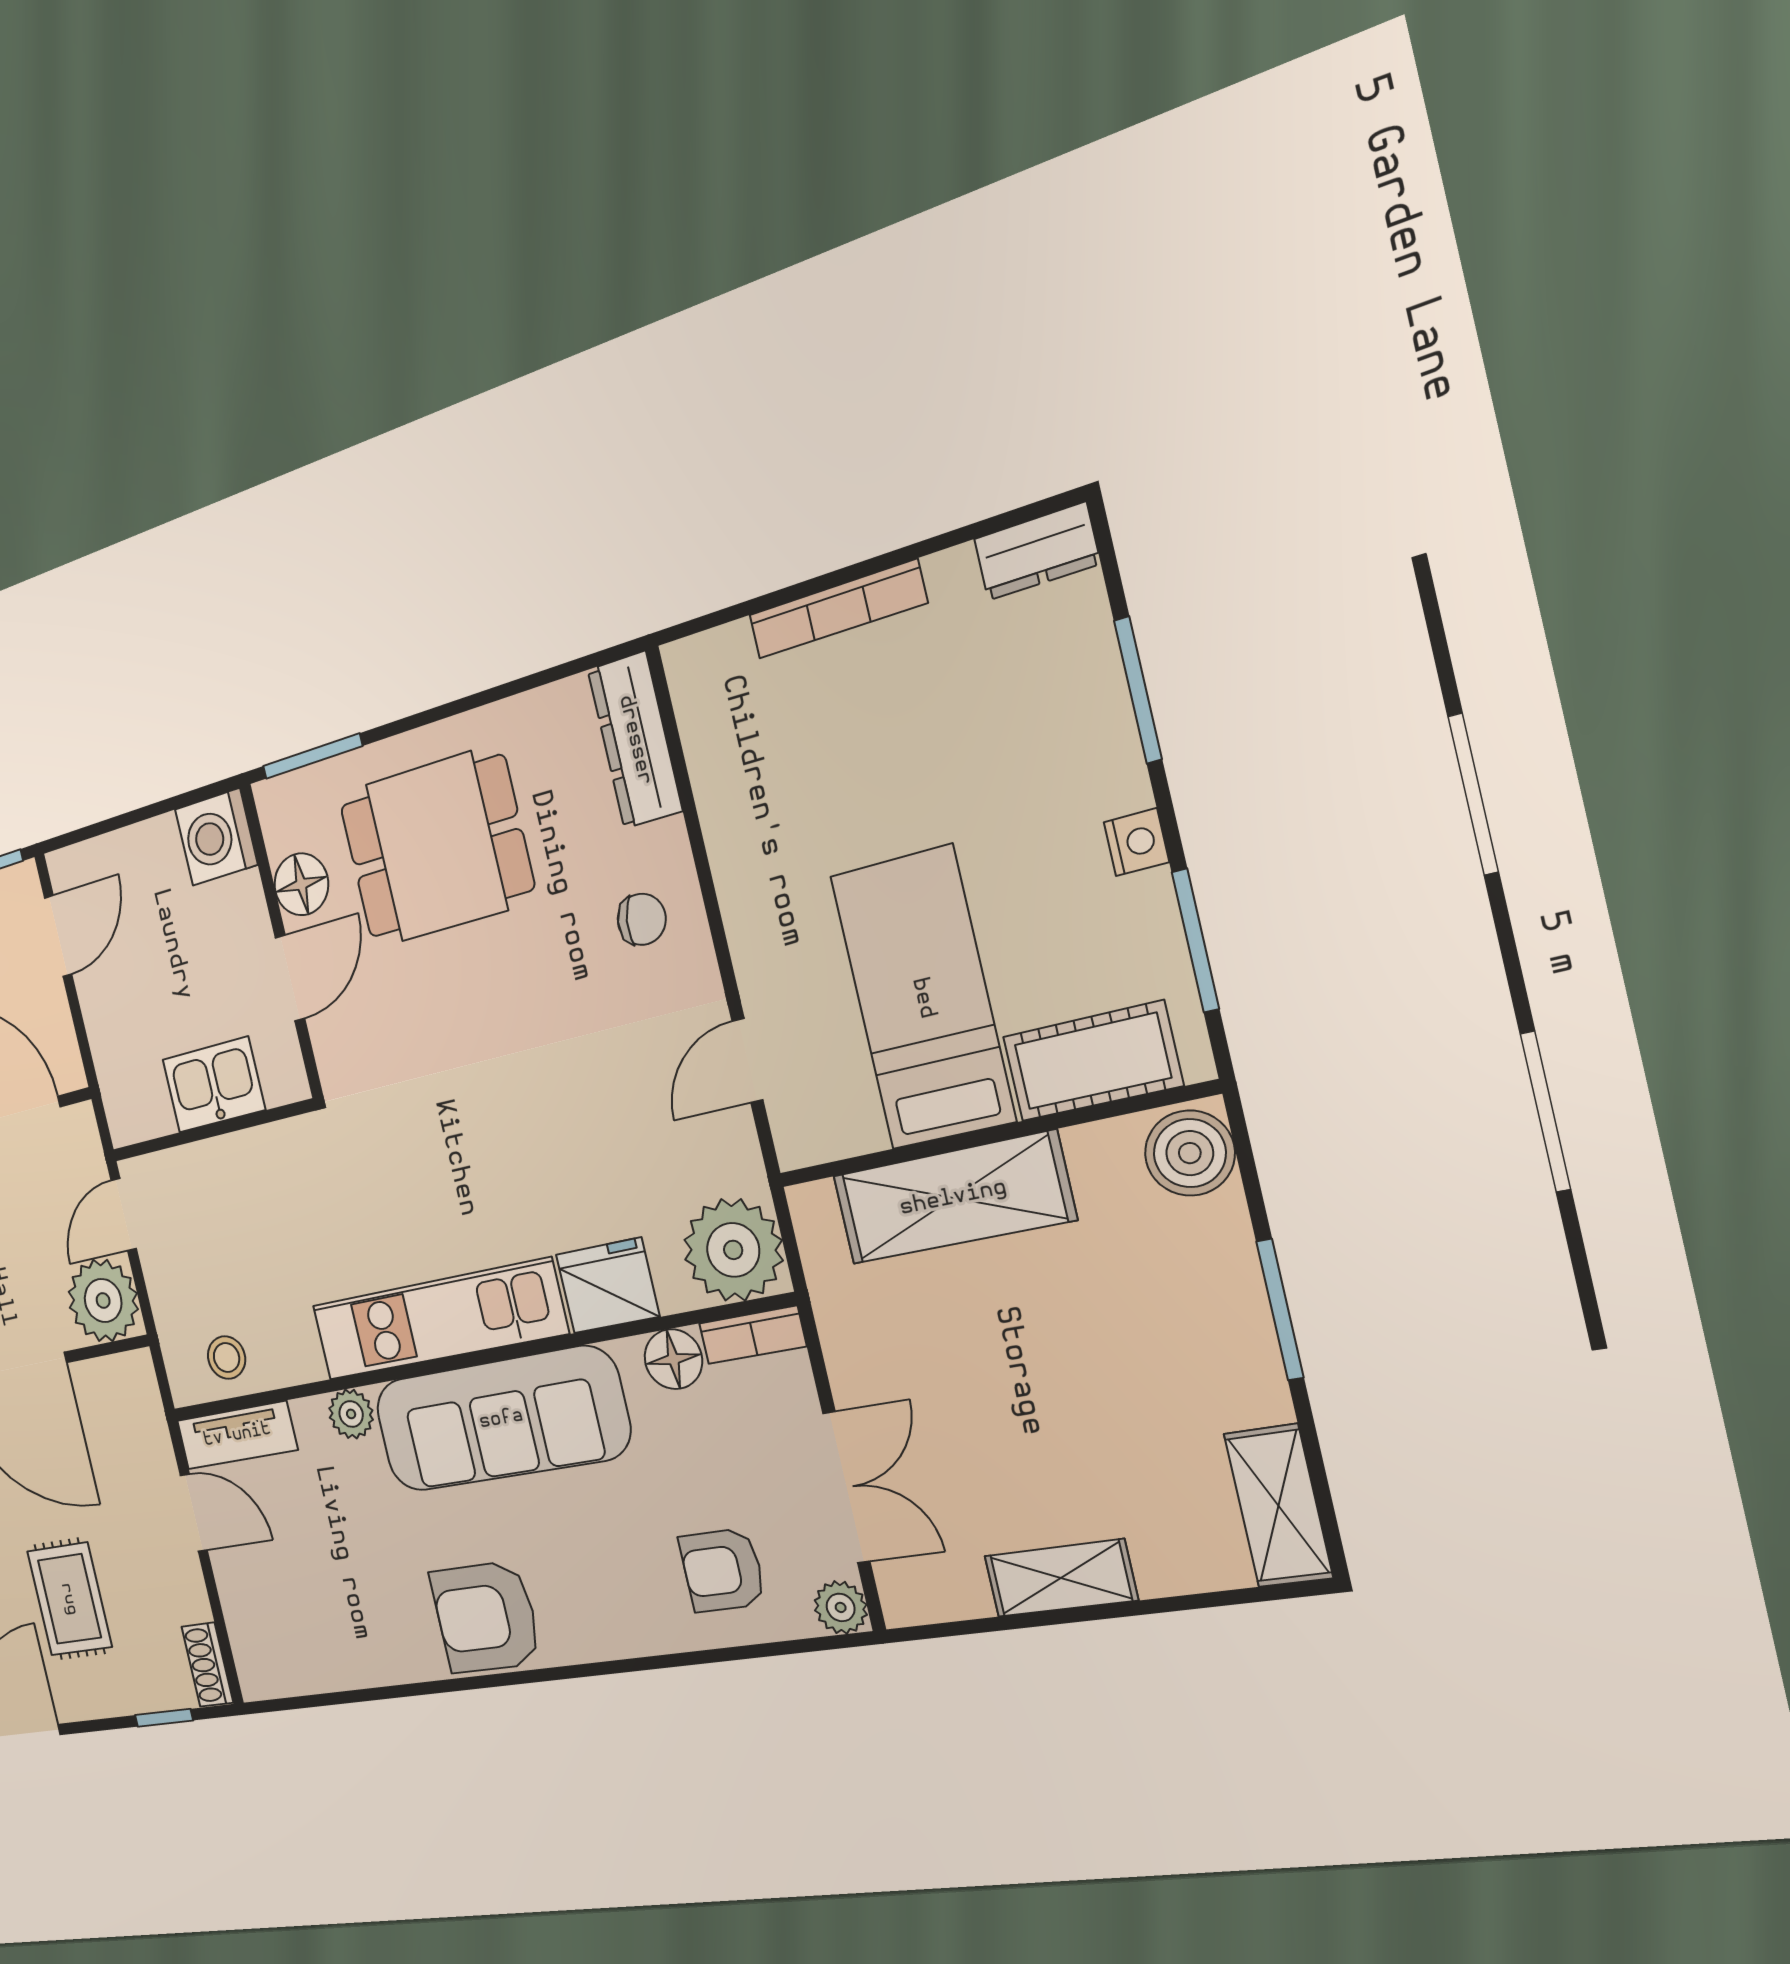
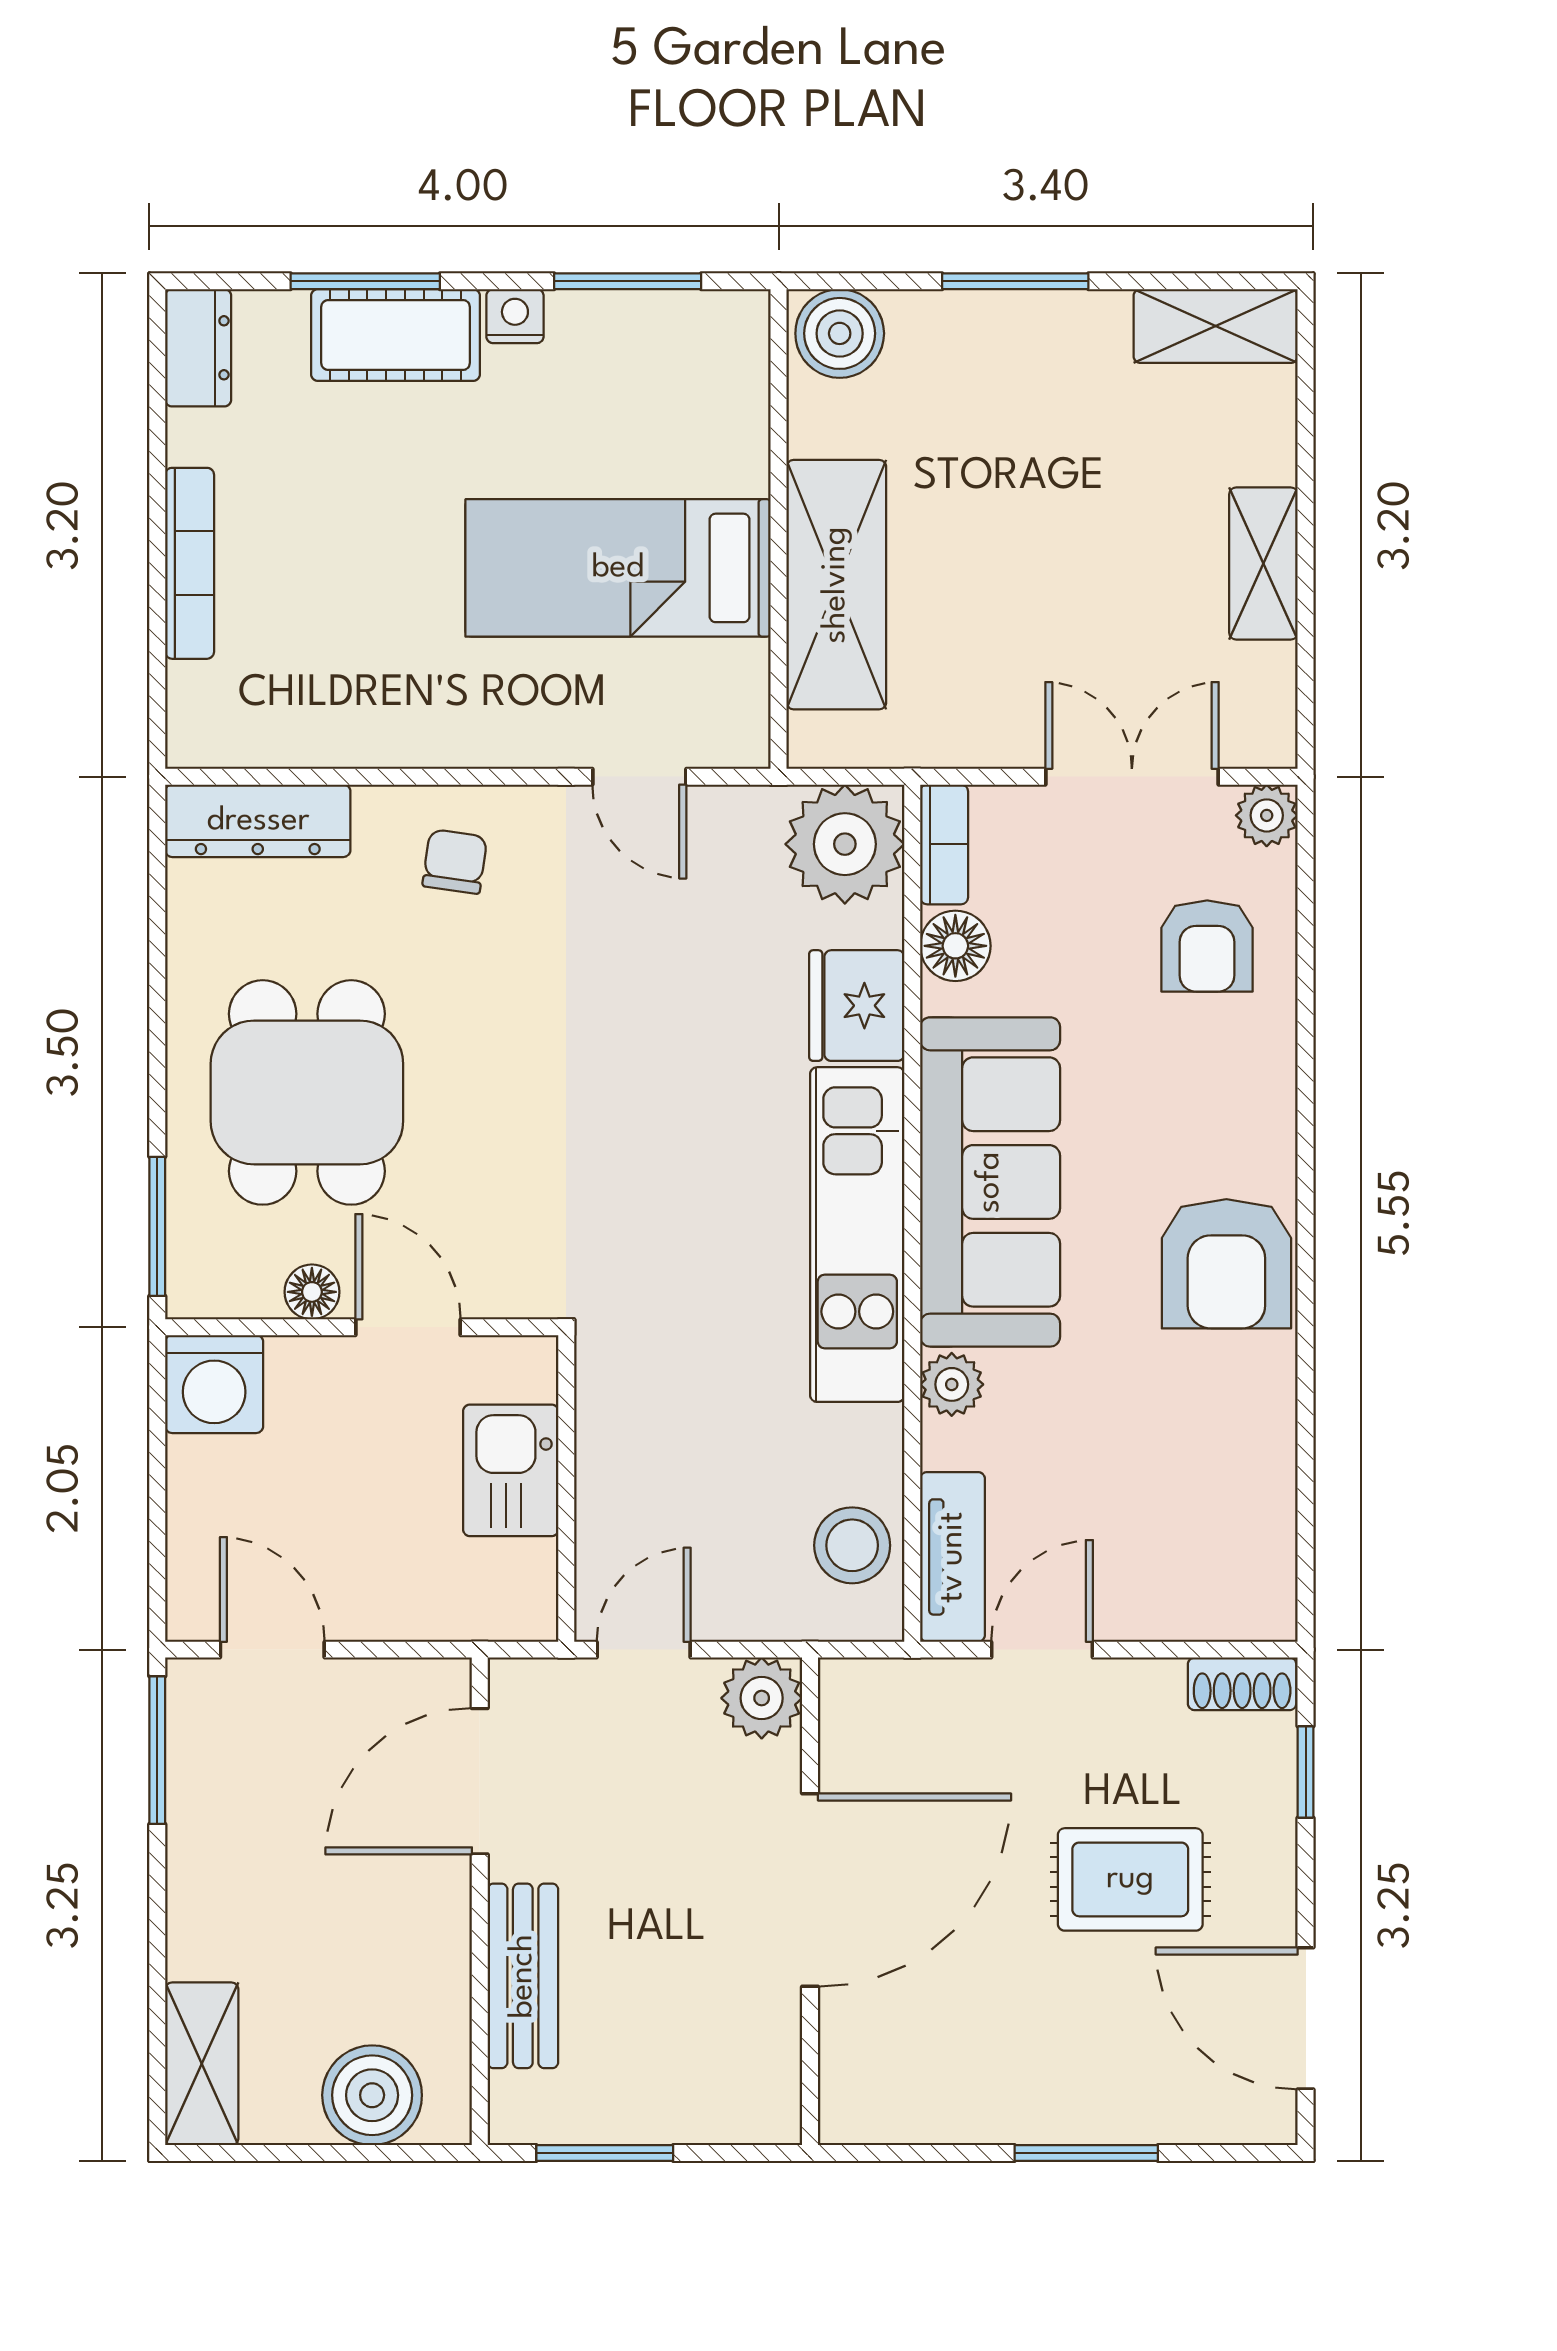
floor lamp: (301, 884) -> (312, 1292), width x0.73, depth x0.73
cot: (1092, 1061) -> (396, 335), moved, turned 90
door: (124, 1215) -> (644, 1650), swing flipped
plant: (103, 1300) -> (762, 1698), width x0.73, depth x0.73
stool: (227, 1358) -> (852, 1545), width x1.37, depth x1.37

